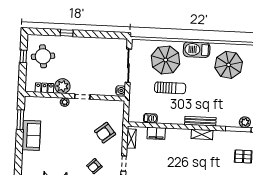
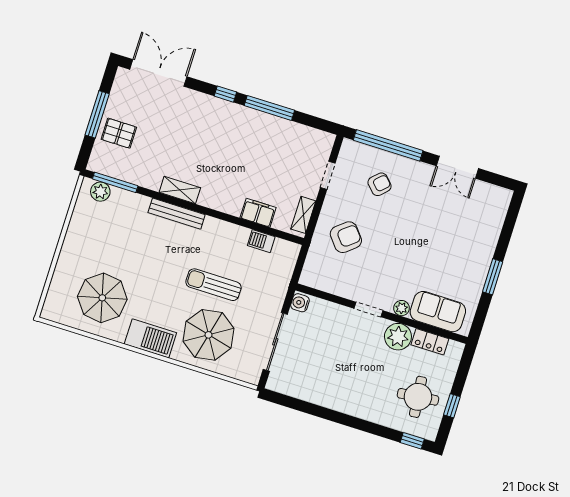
window: (67, 33) -> (412, 441), moved
window: (20, 120) -> (493, 277), moved
sofa: (31, 135) -> (438, 312), moved, turned 90

